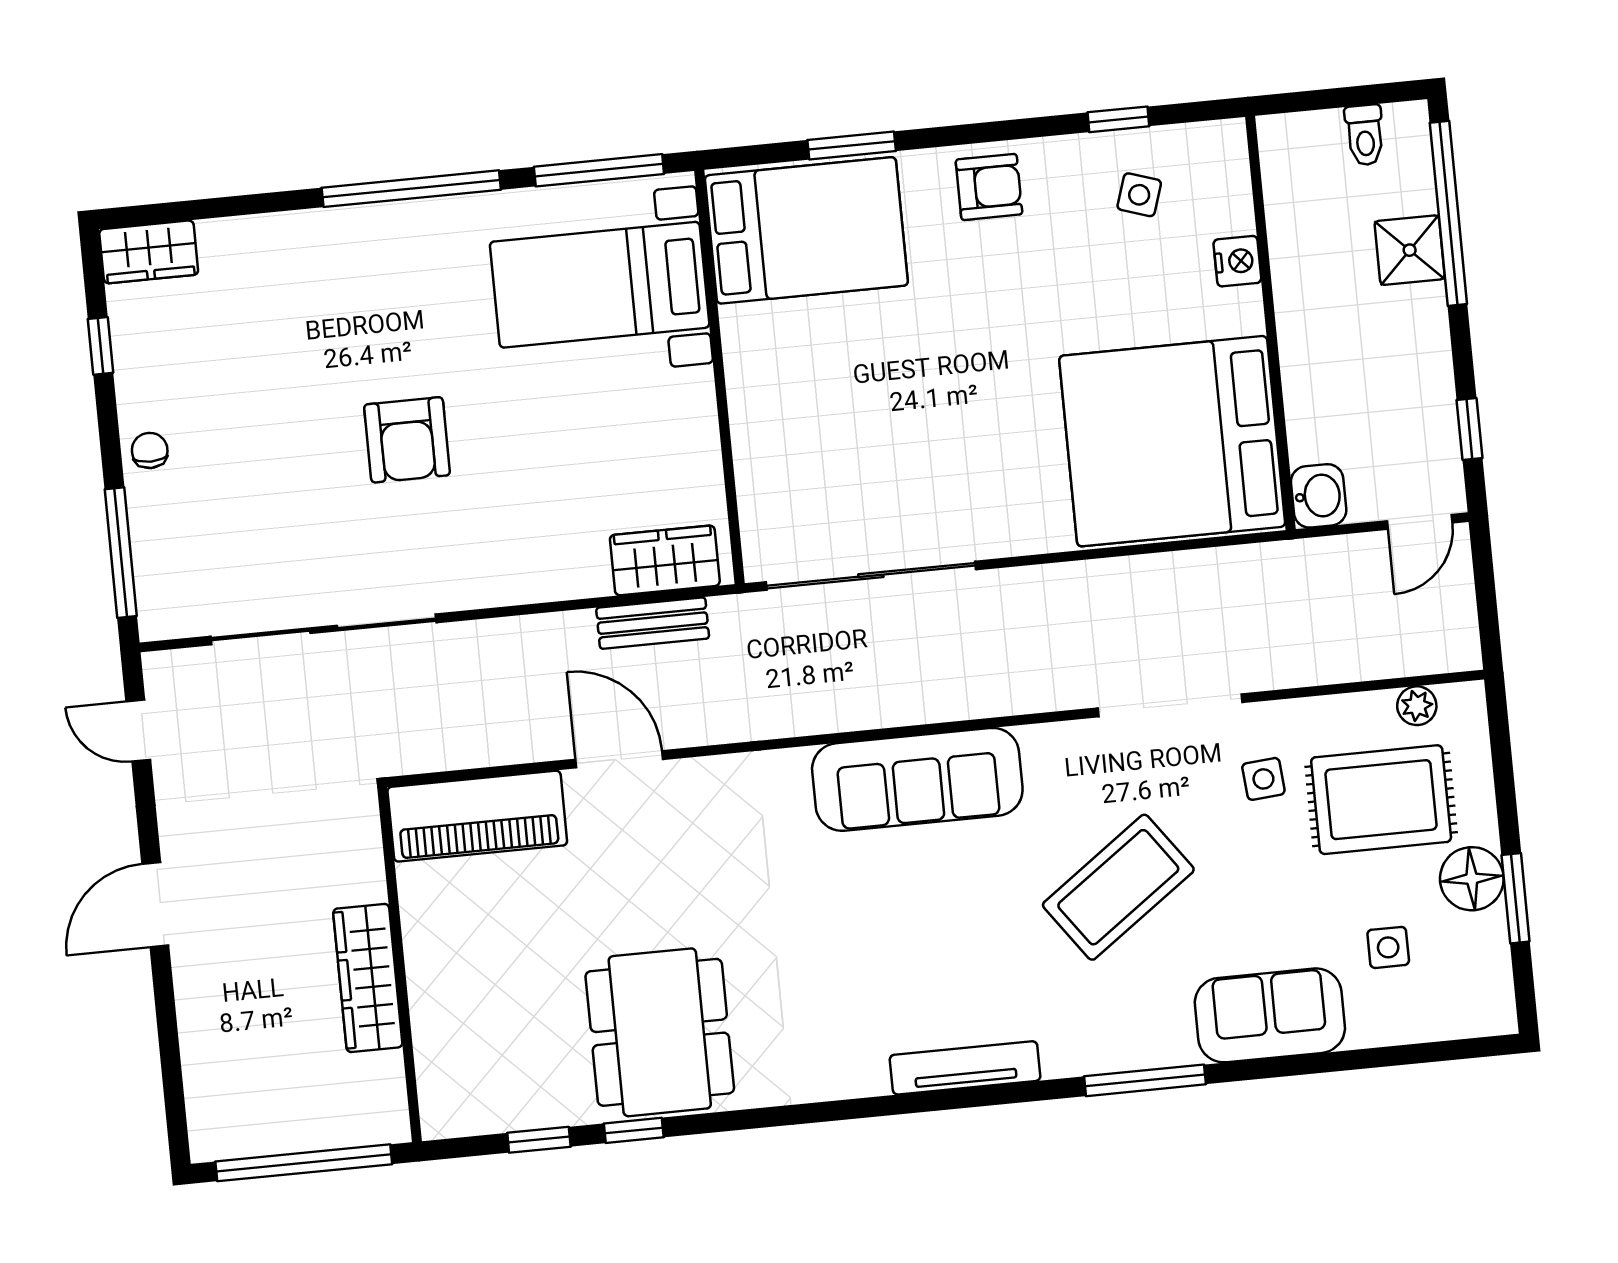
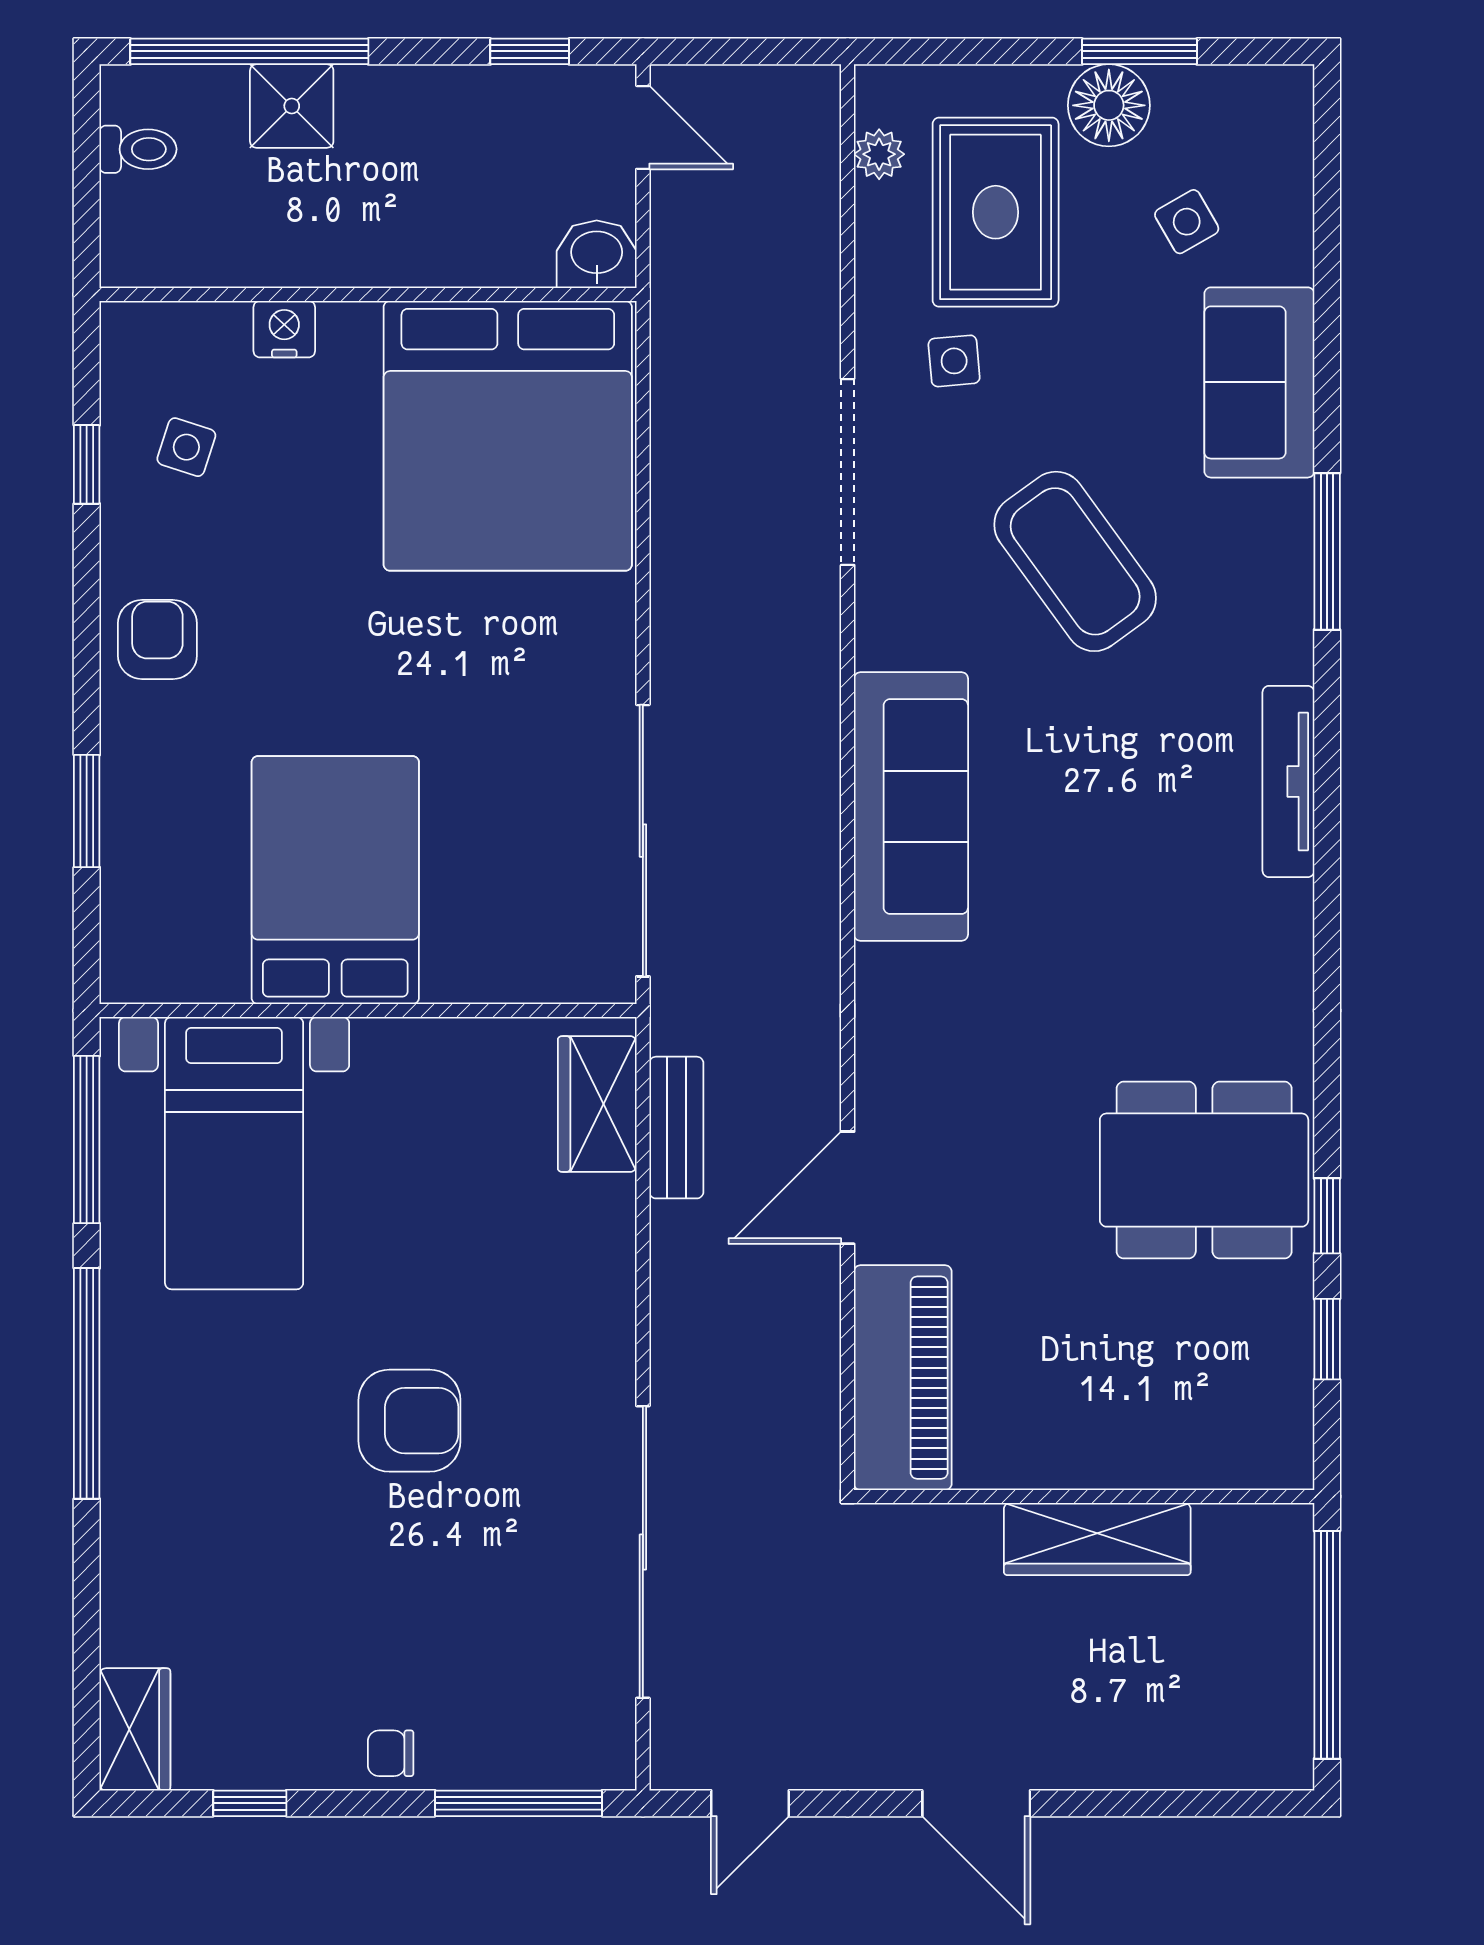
bed: (806, 230) -> (335, 880), moved
side table: (1388, 947) -> (1187, 222), turned -30

